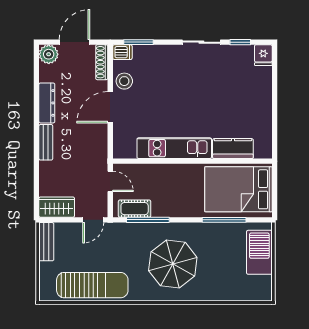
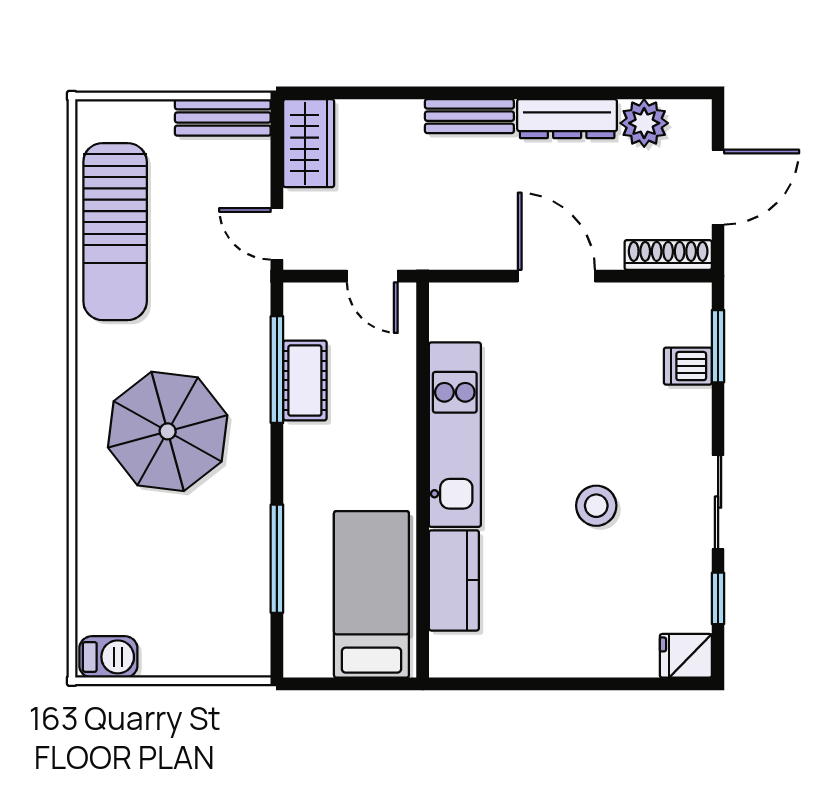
door: (74, 42) -> (718, 187), hinge flipped
dishwasher: (122, 52) -> (688, 366), moved, turned 90
plant: (49, 54) -> (644, 123), moved
stool: (124, 81) -> (596, 506), moved
door: (110, 181) -> (372, 276), hinge flipped
bed: (239, 189) -> (371, 594), width x0.67
cot: (135, 209) -> (305, 380), moved
barbecue: (259, 252) -> (108, 657), moved, width x0.53, depth x0.65

